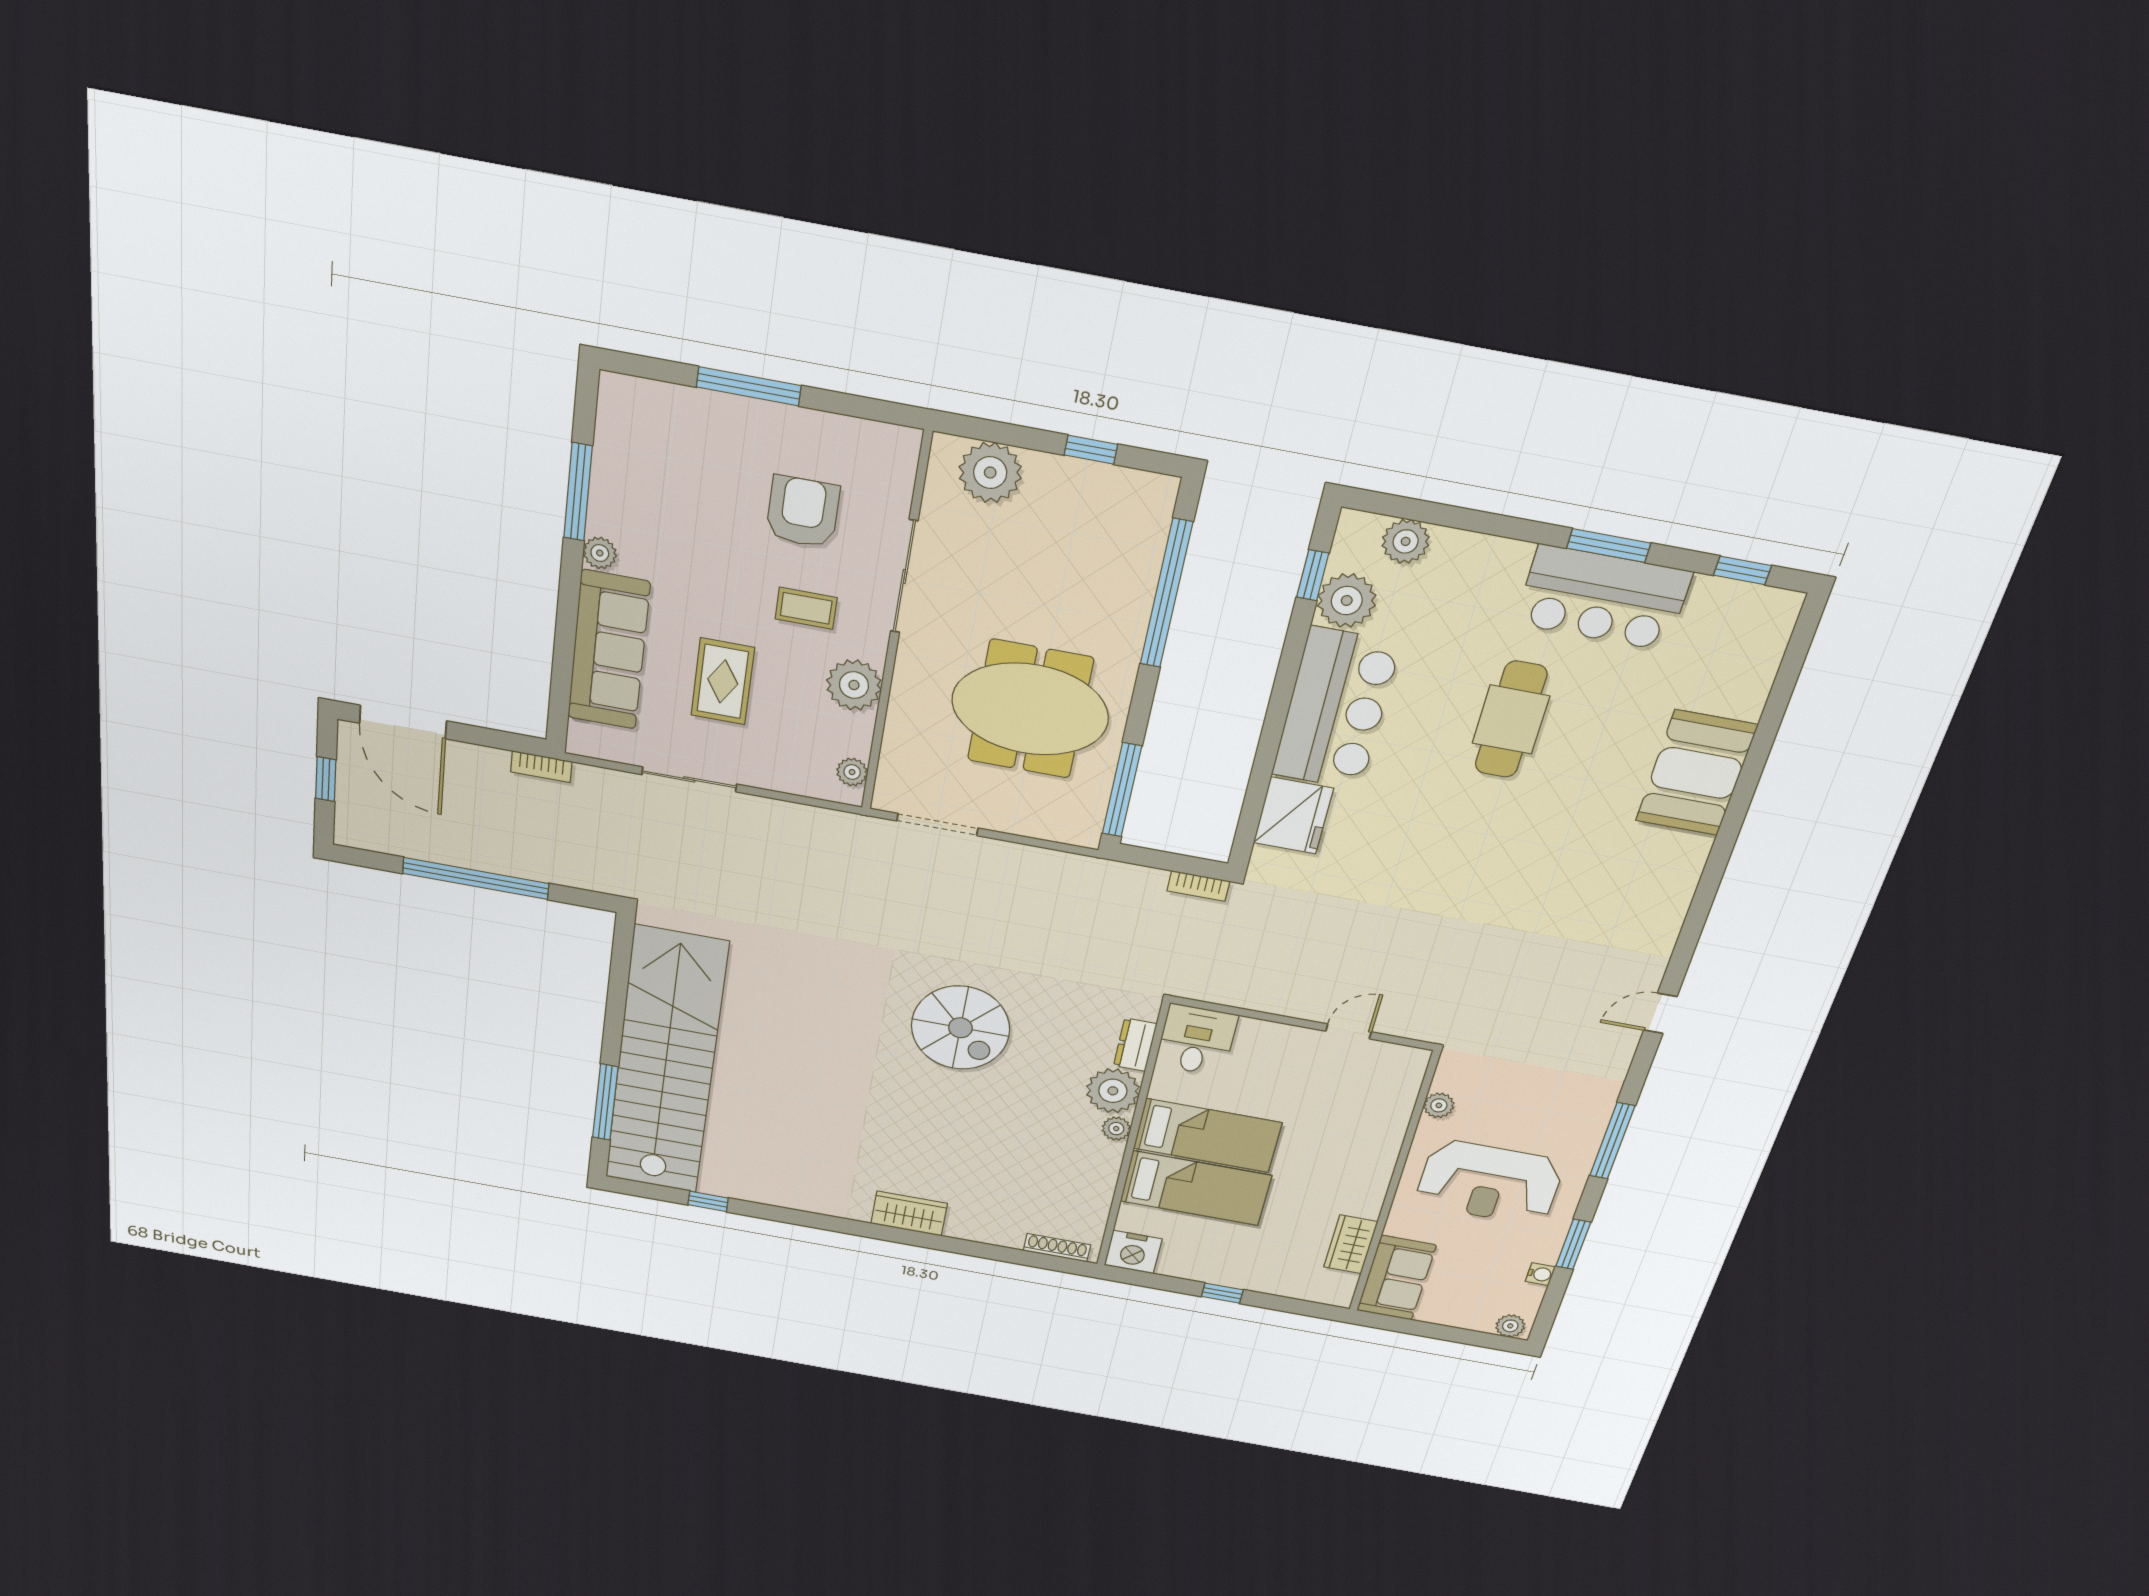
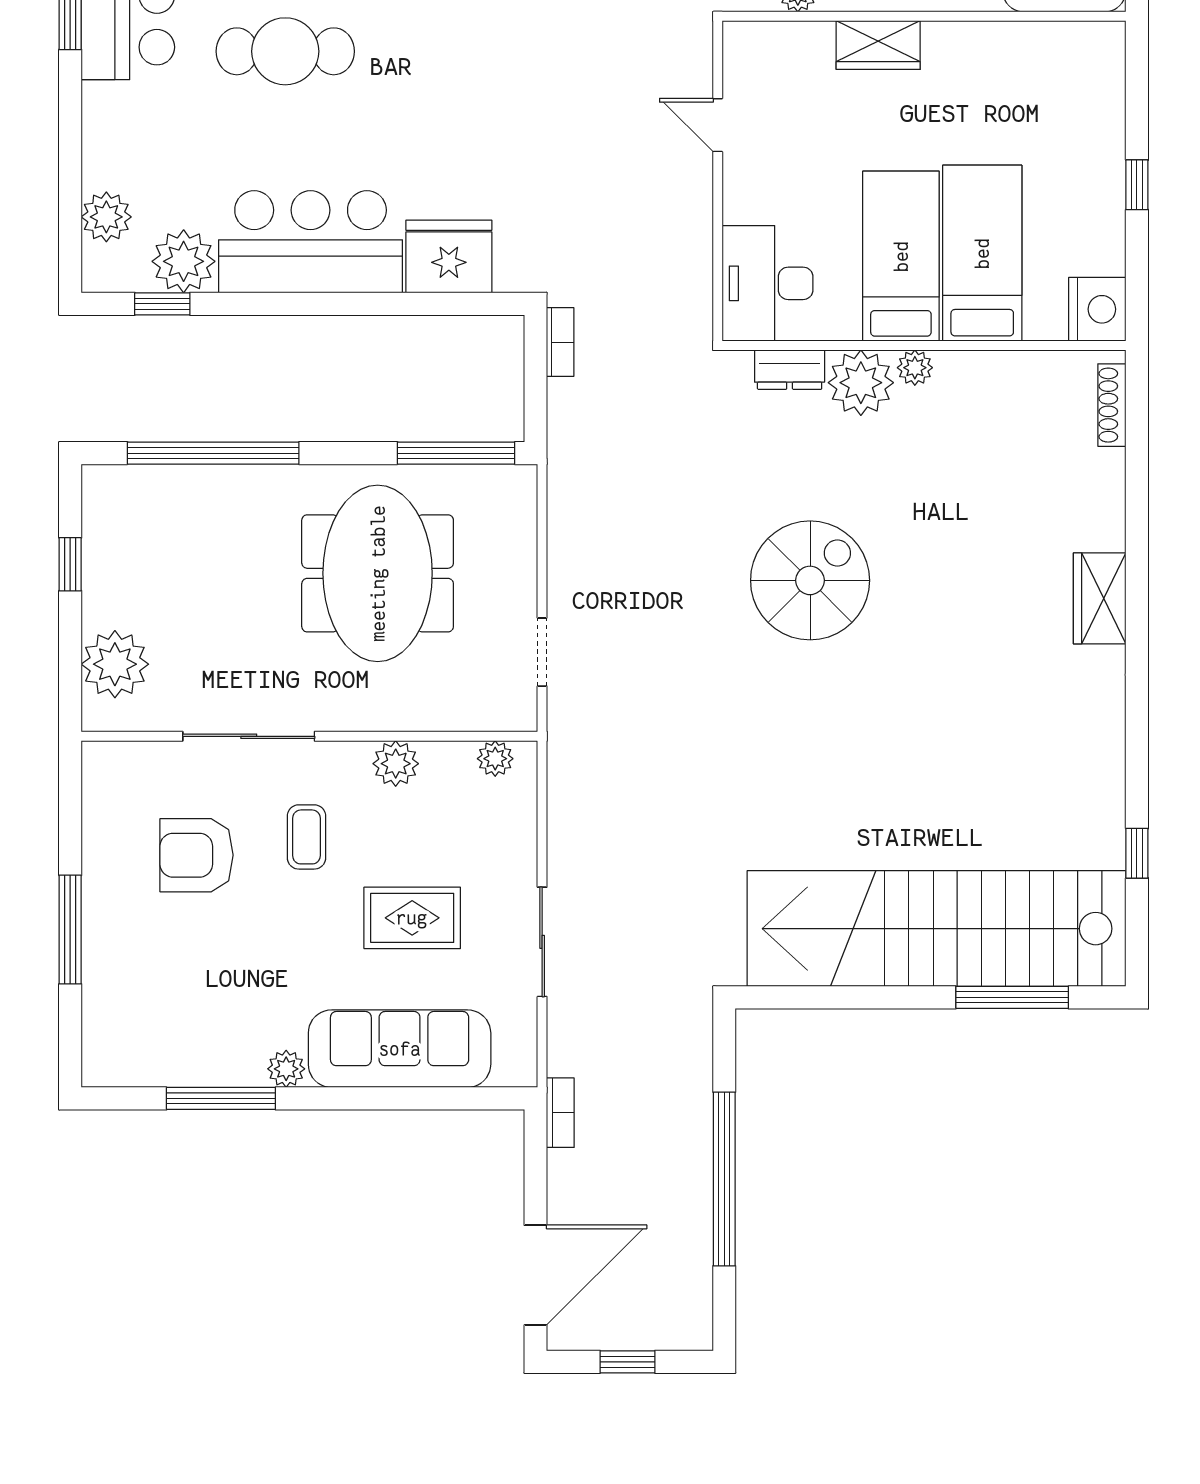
plant: (854, 685) -> (396, 764), width x0.73, depth x0.73
doorway: (937, 824) -> (542, 652), width x0.73
desk: (1196, 1040) -> (767, 283), width x1.37
wardrobe: (1351, 1244) -> (878, 45), moved

